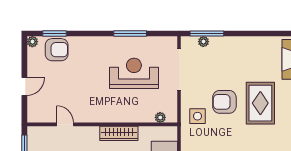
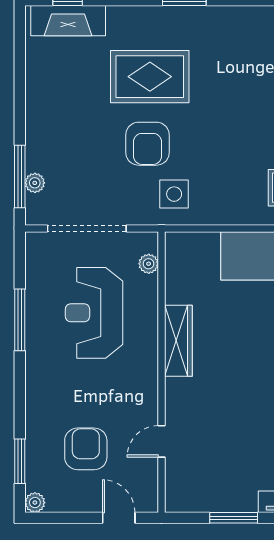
armchair: (57, 50) -> (86, 449), moved
plant: (160, 117) -> (149, 264), moved
door: (65, 124) -> (162, 441), moved
wall: (102, 124) -> (162, 372), moved
wardrobe: (119, 133) -> (178, 341), moved

